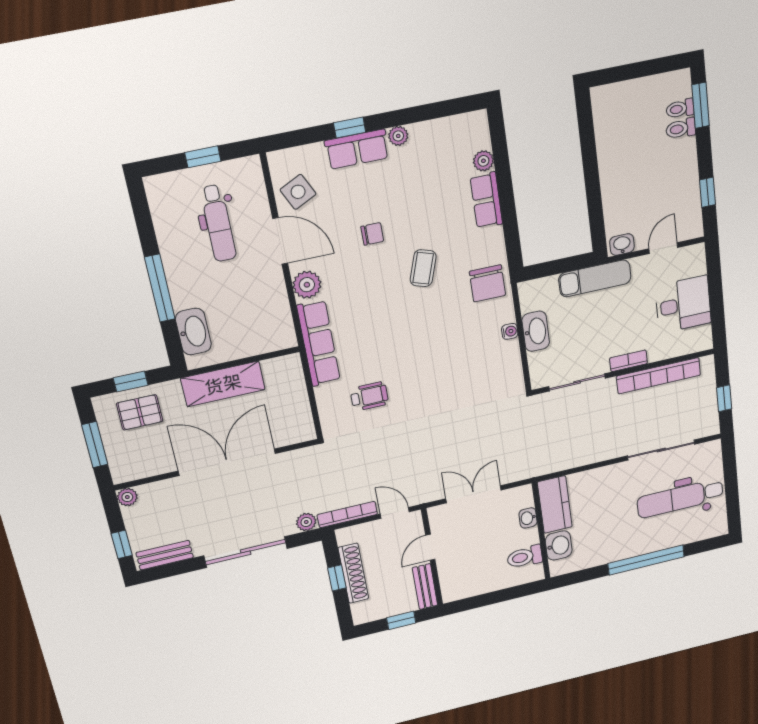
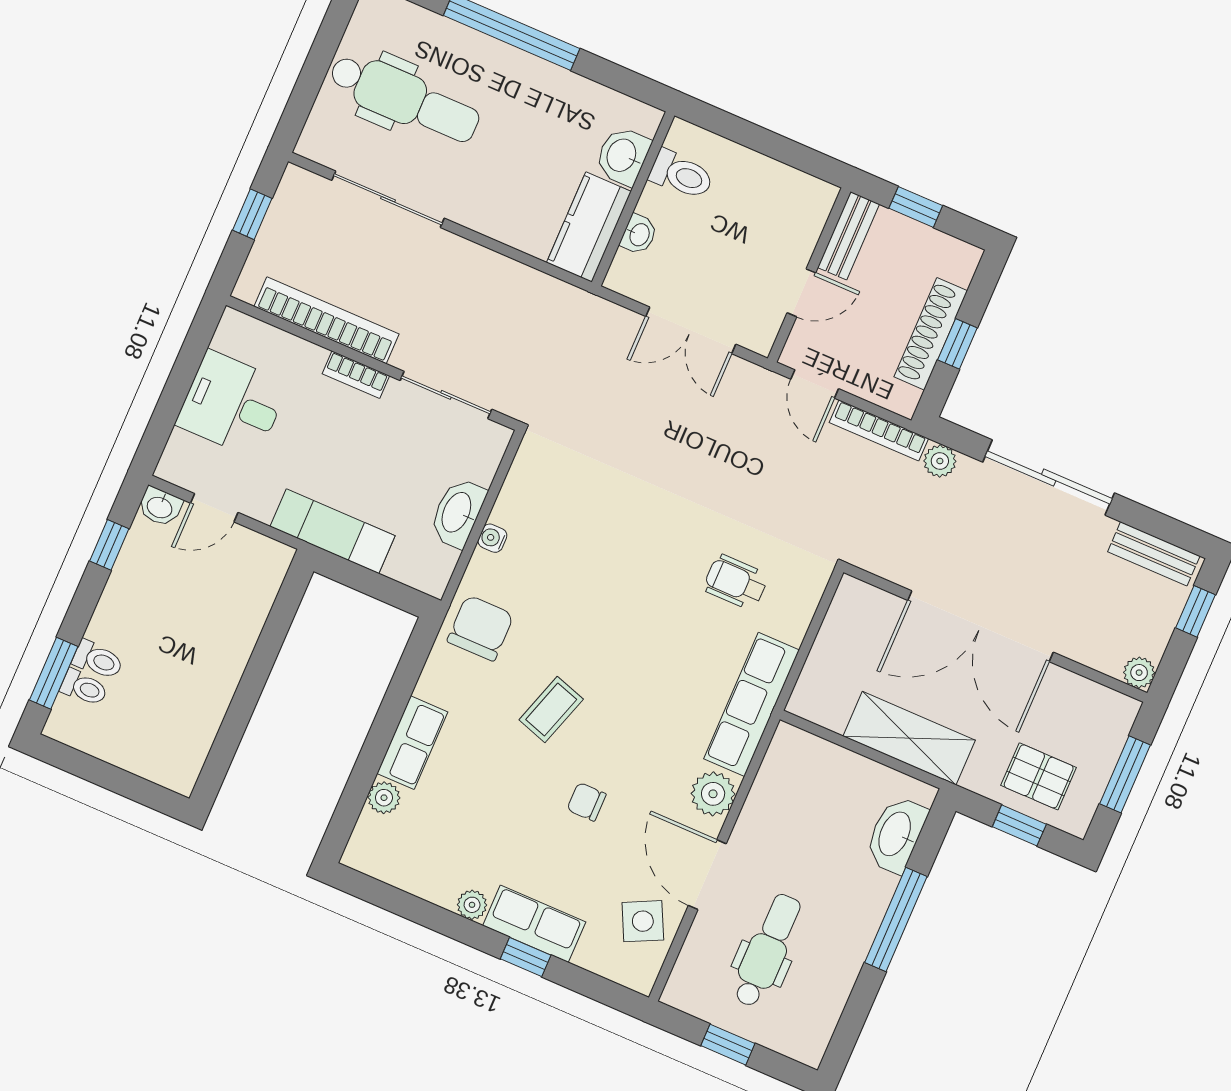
washbasin: (622, 244) -> (160, 507), moved

